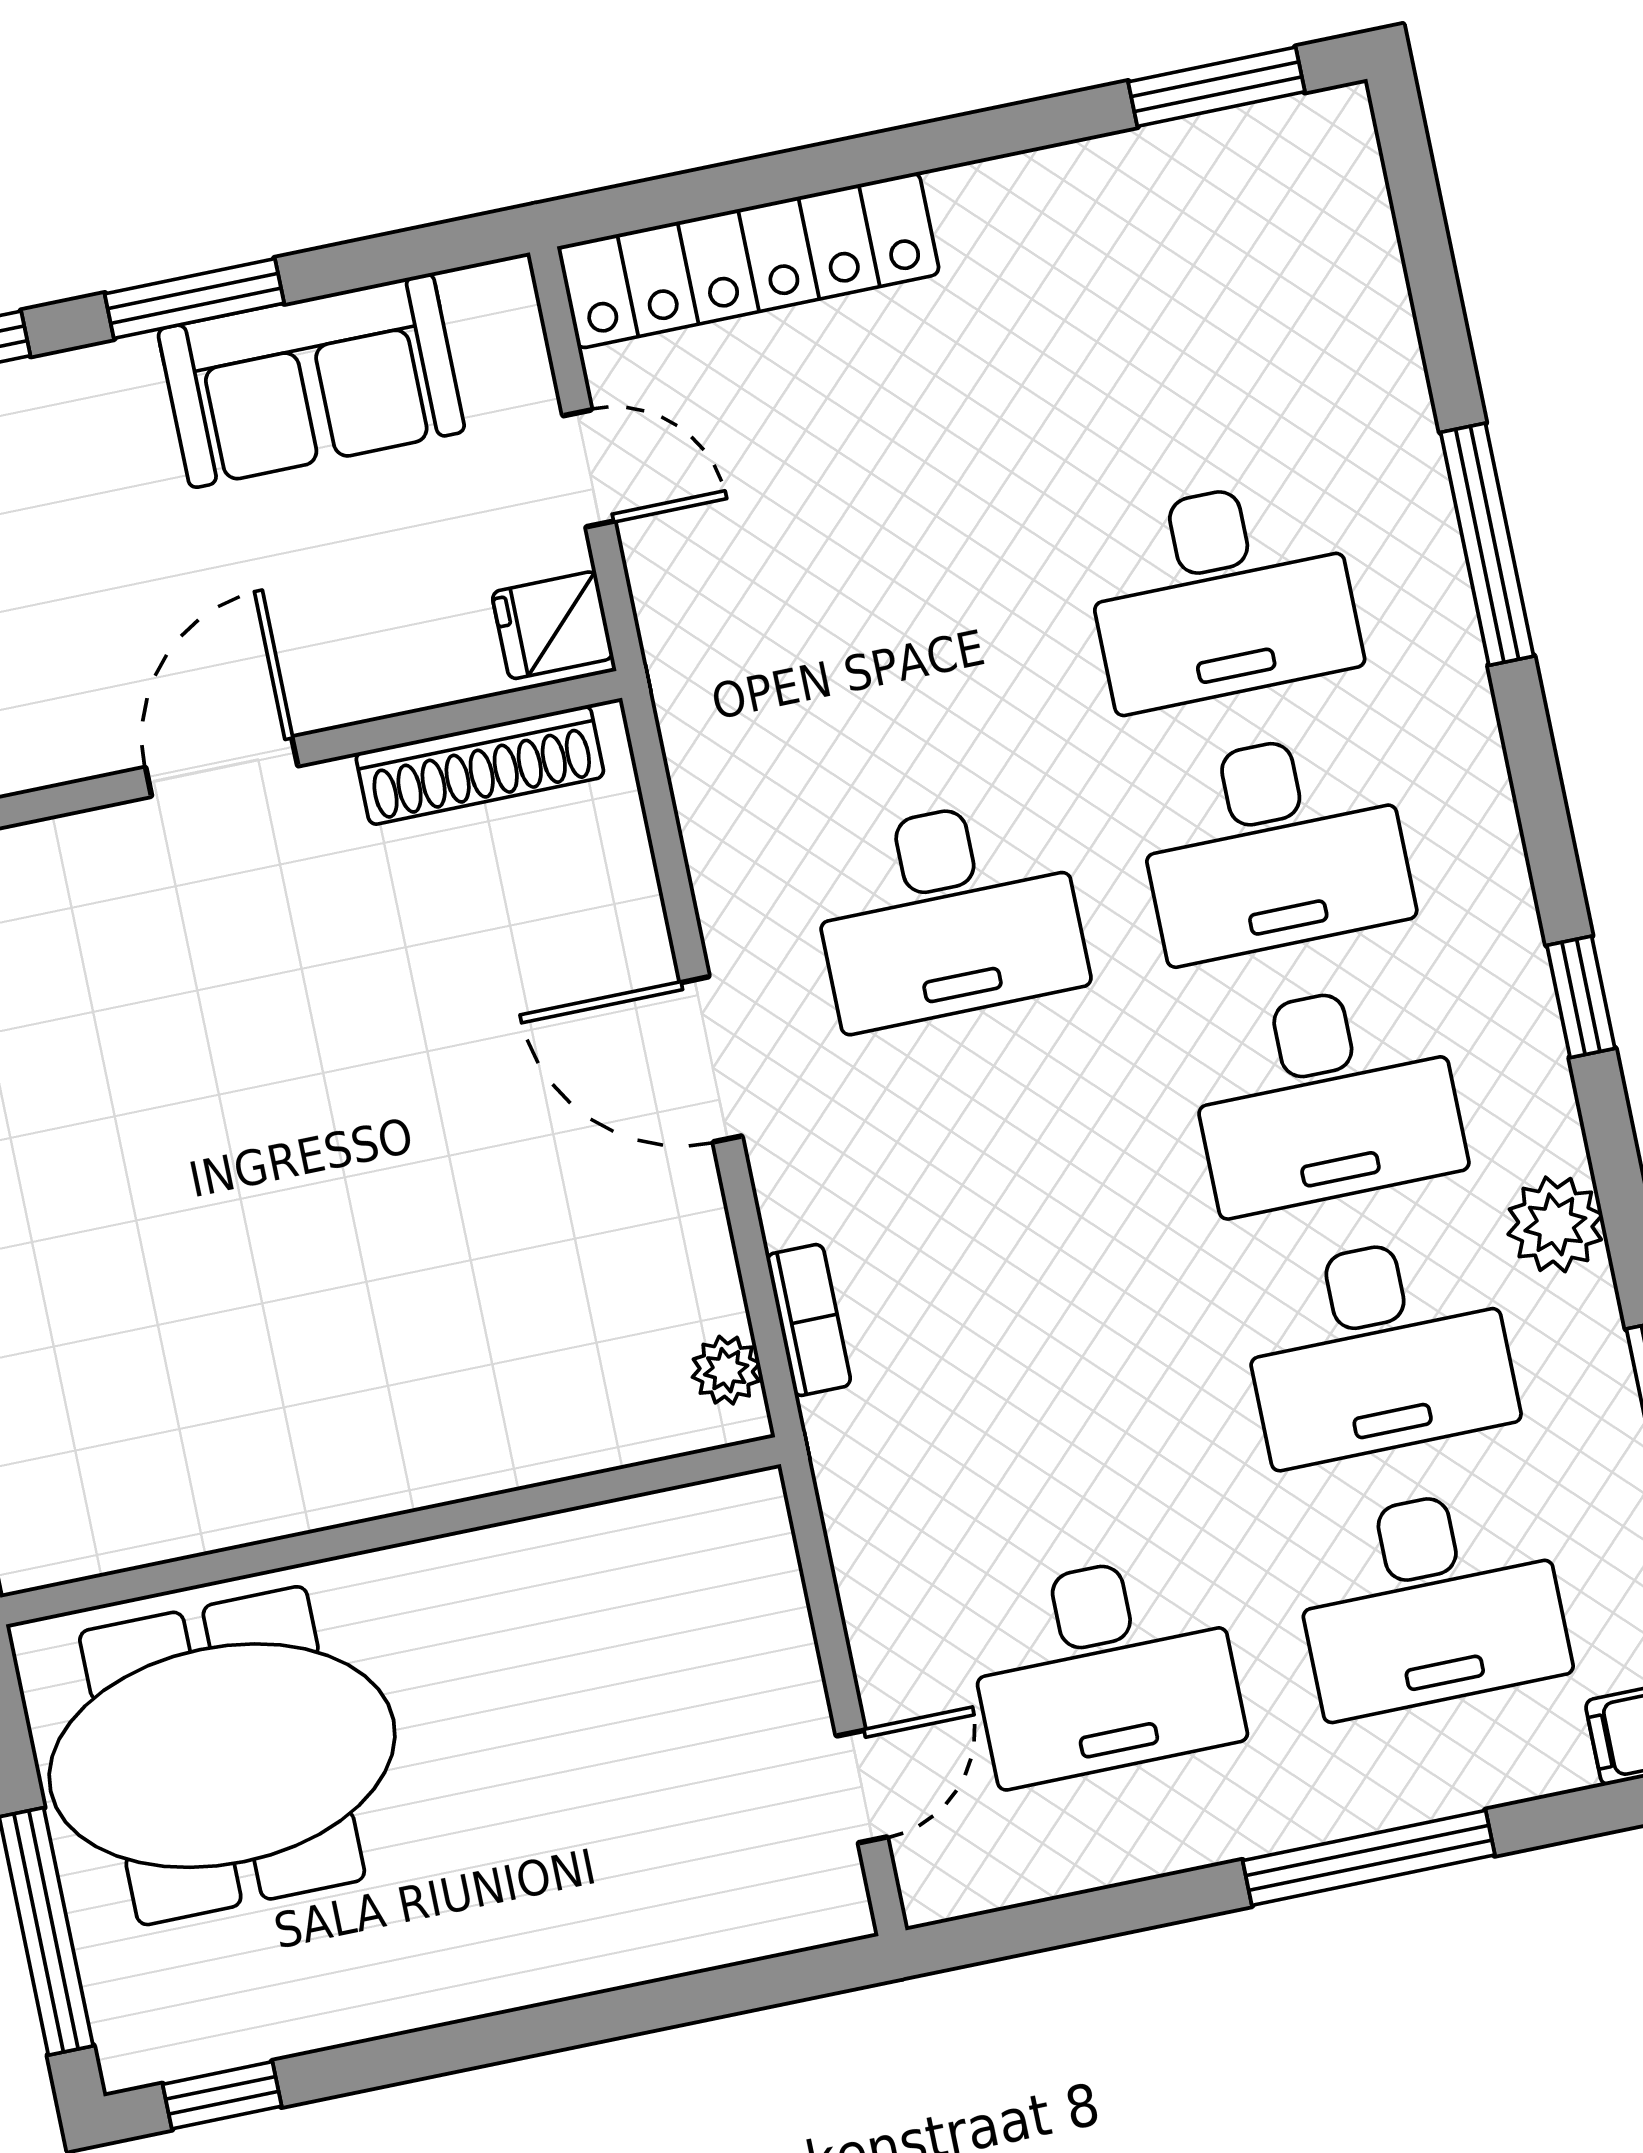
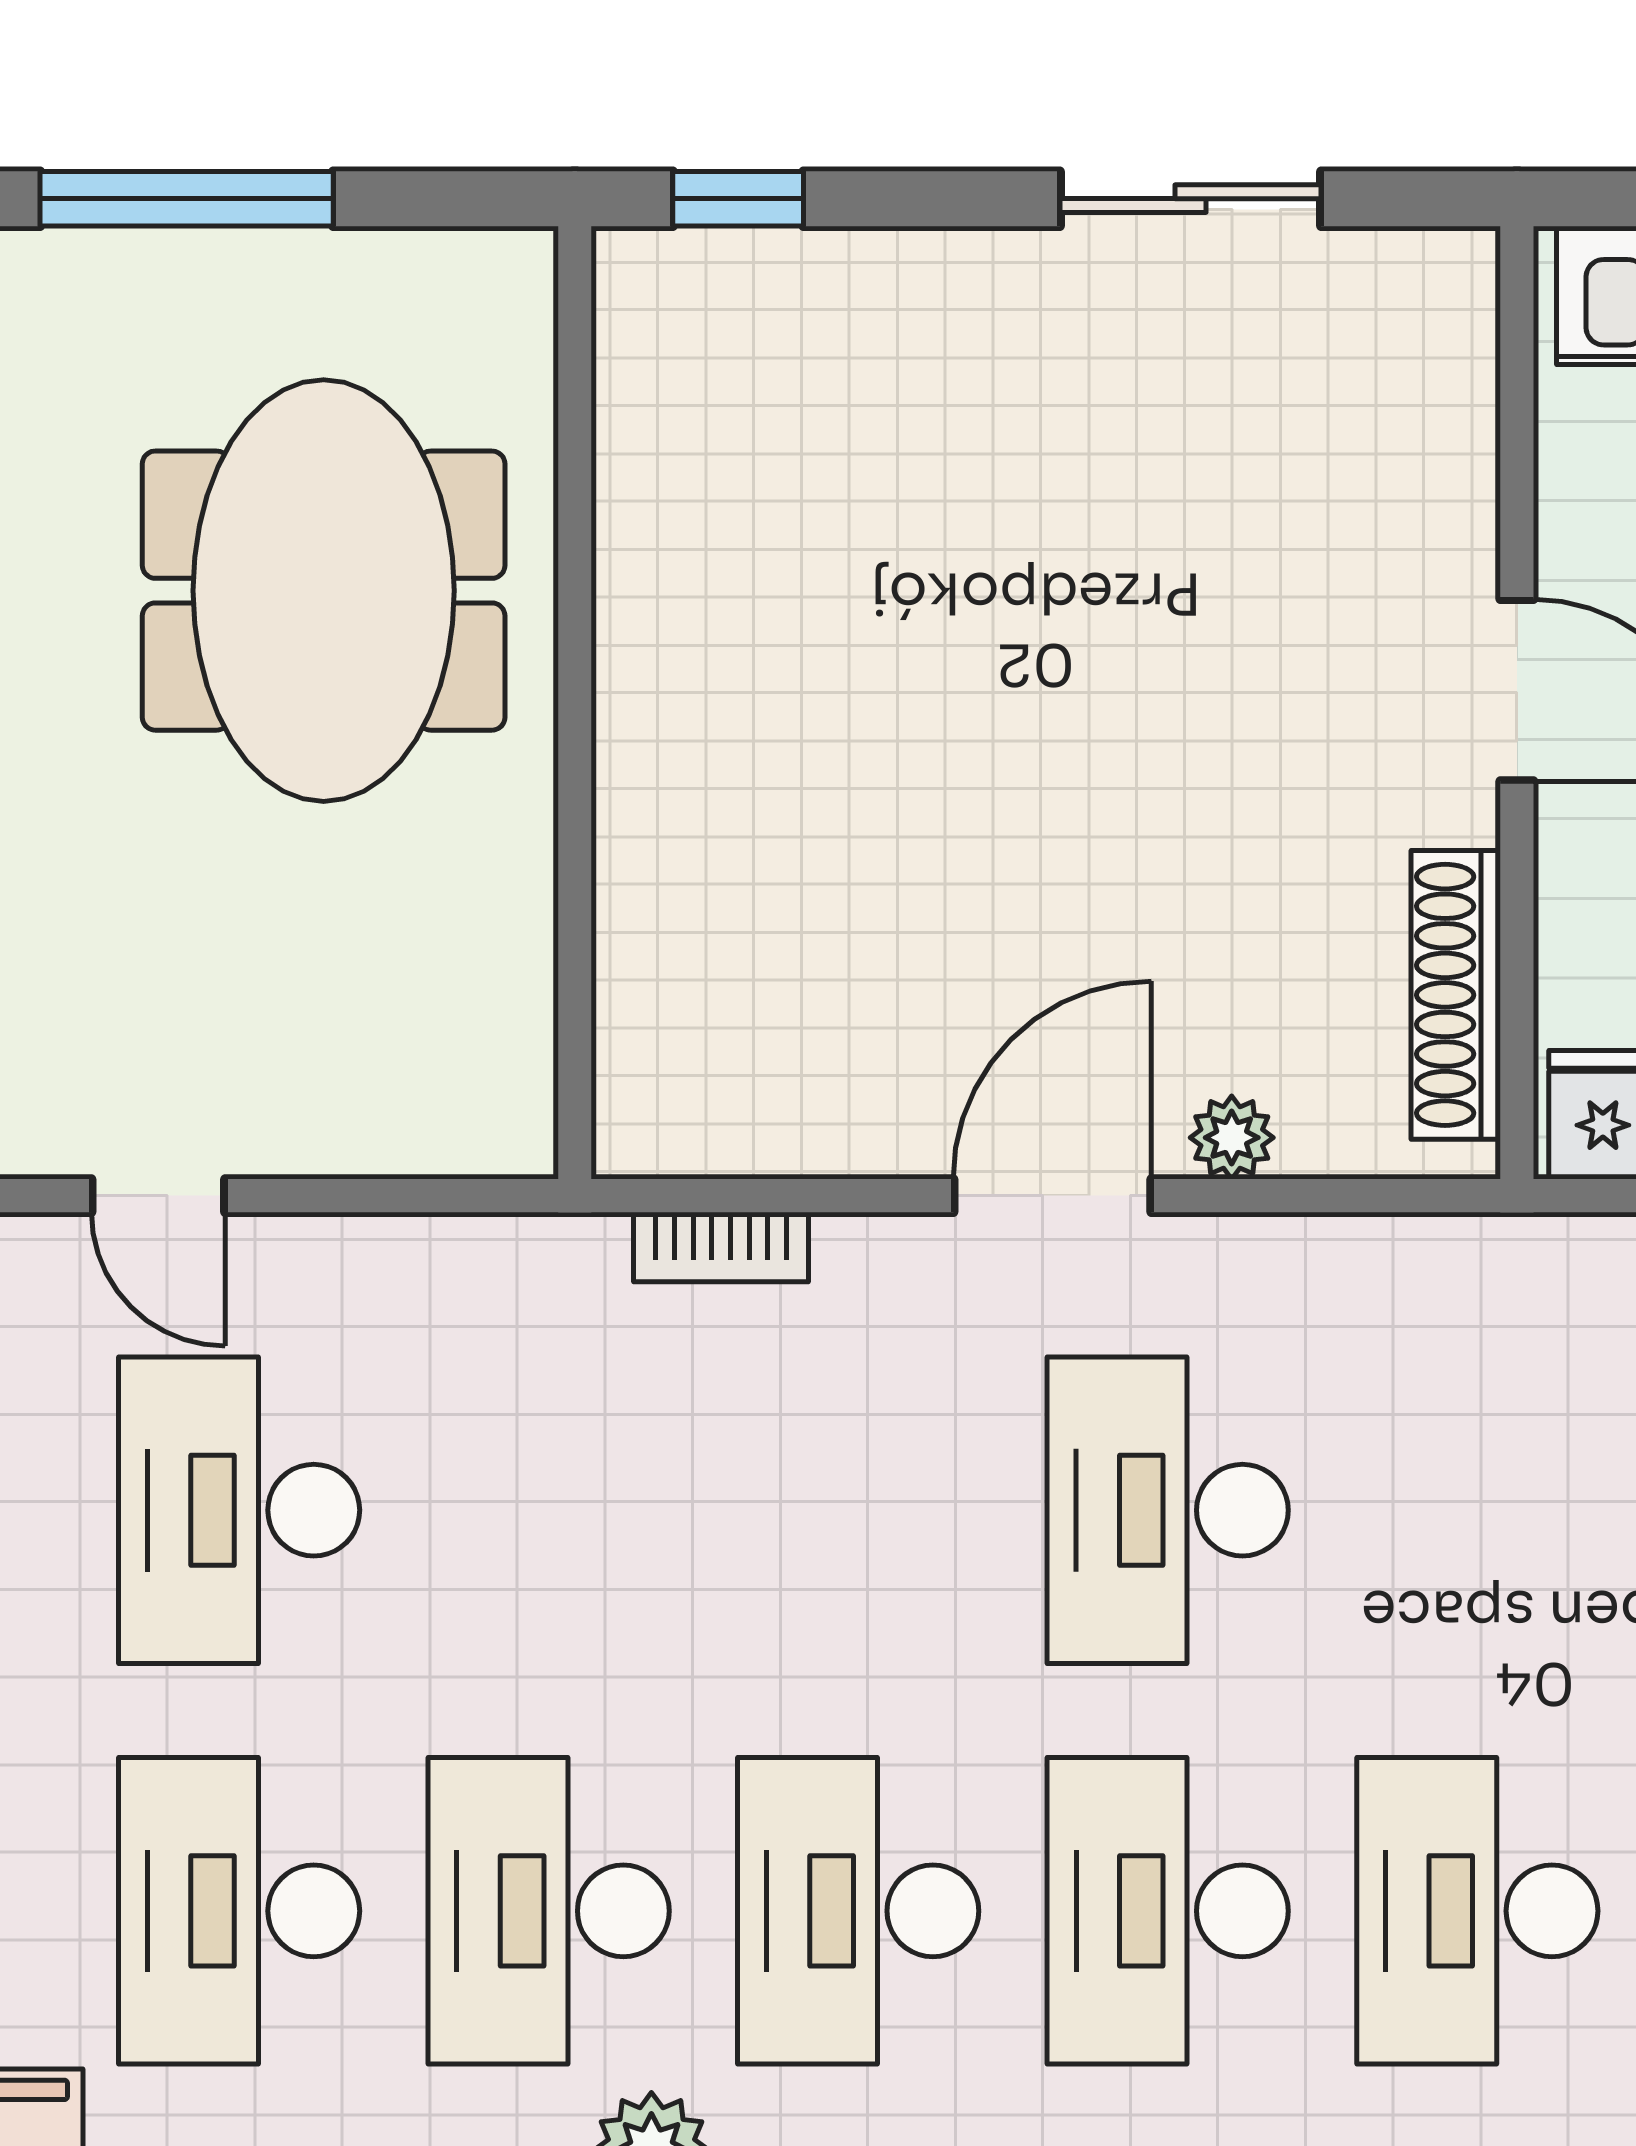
plant: (726, 1370) -> (1232, 1138), moved
meeting table: (222, 1756) -> (324, 591), moved

